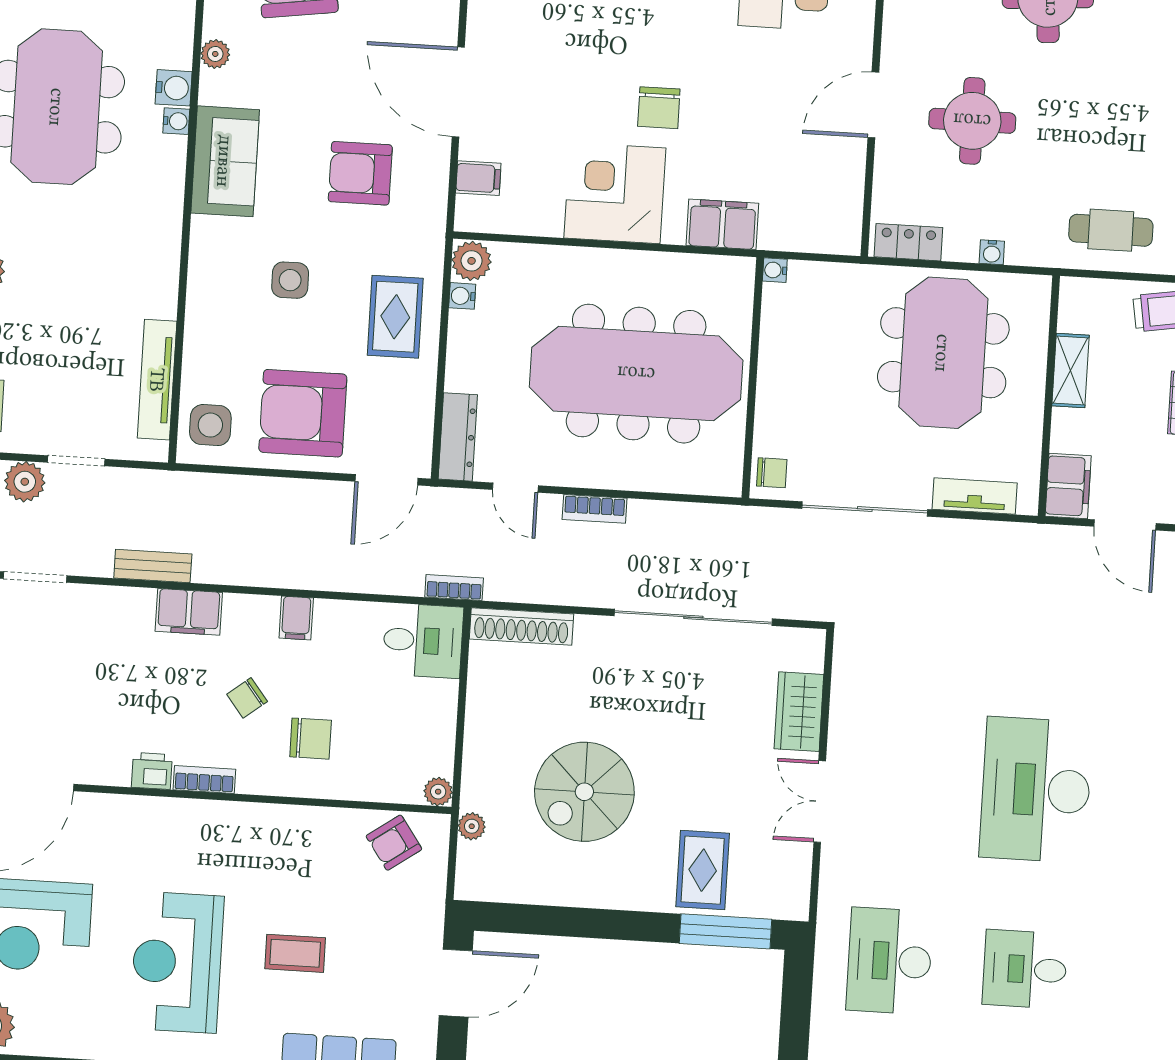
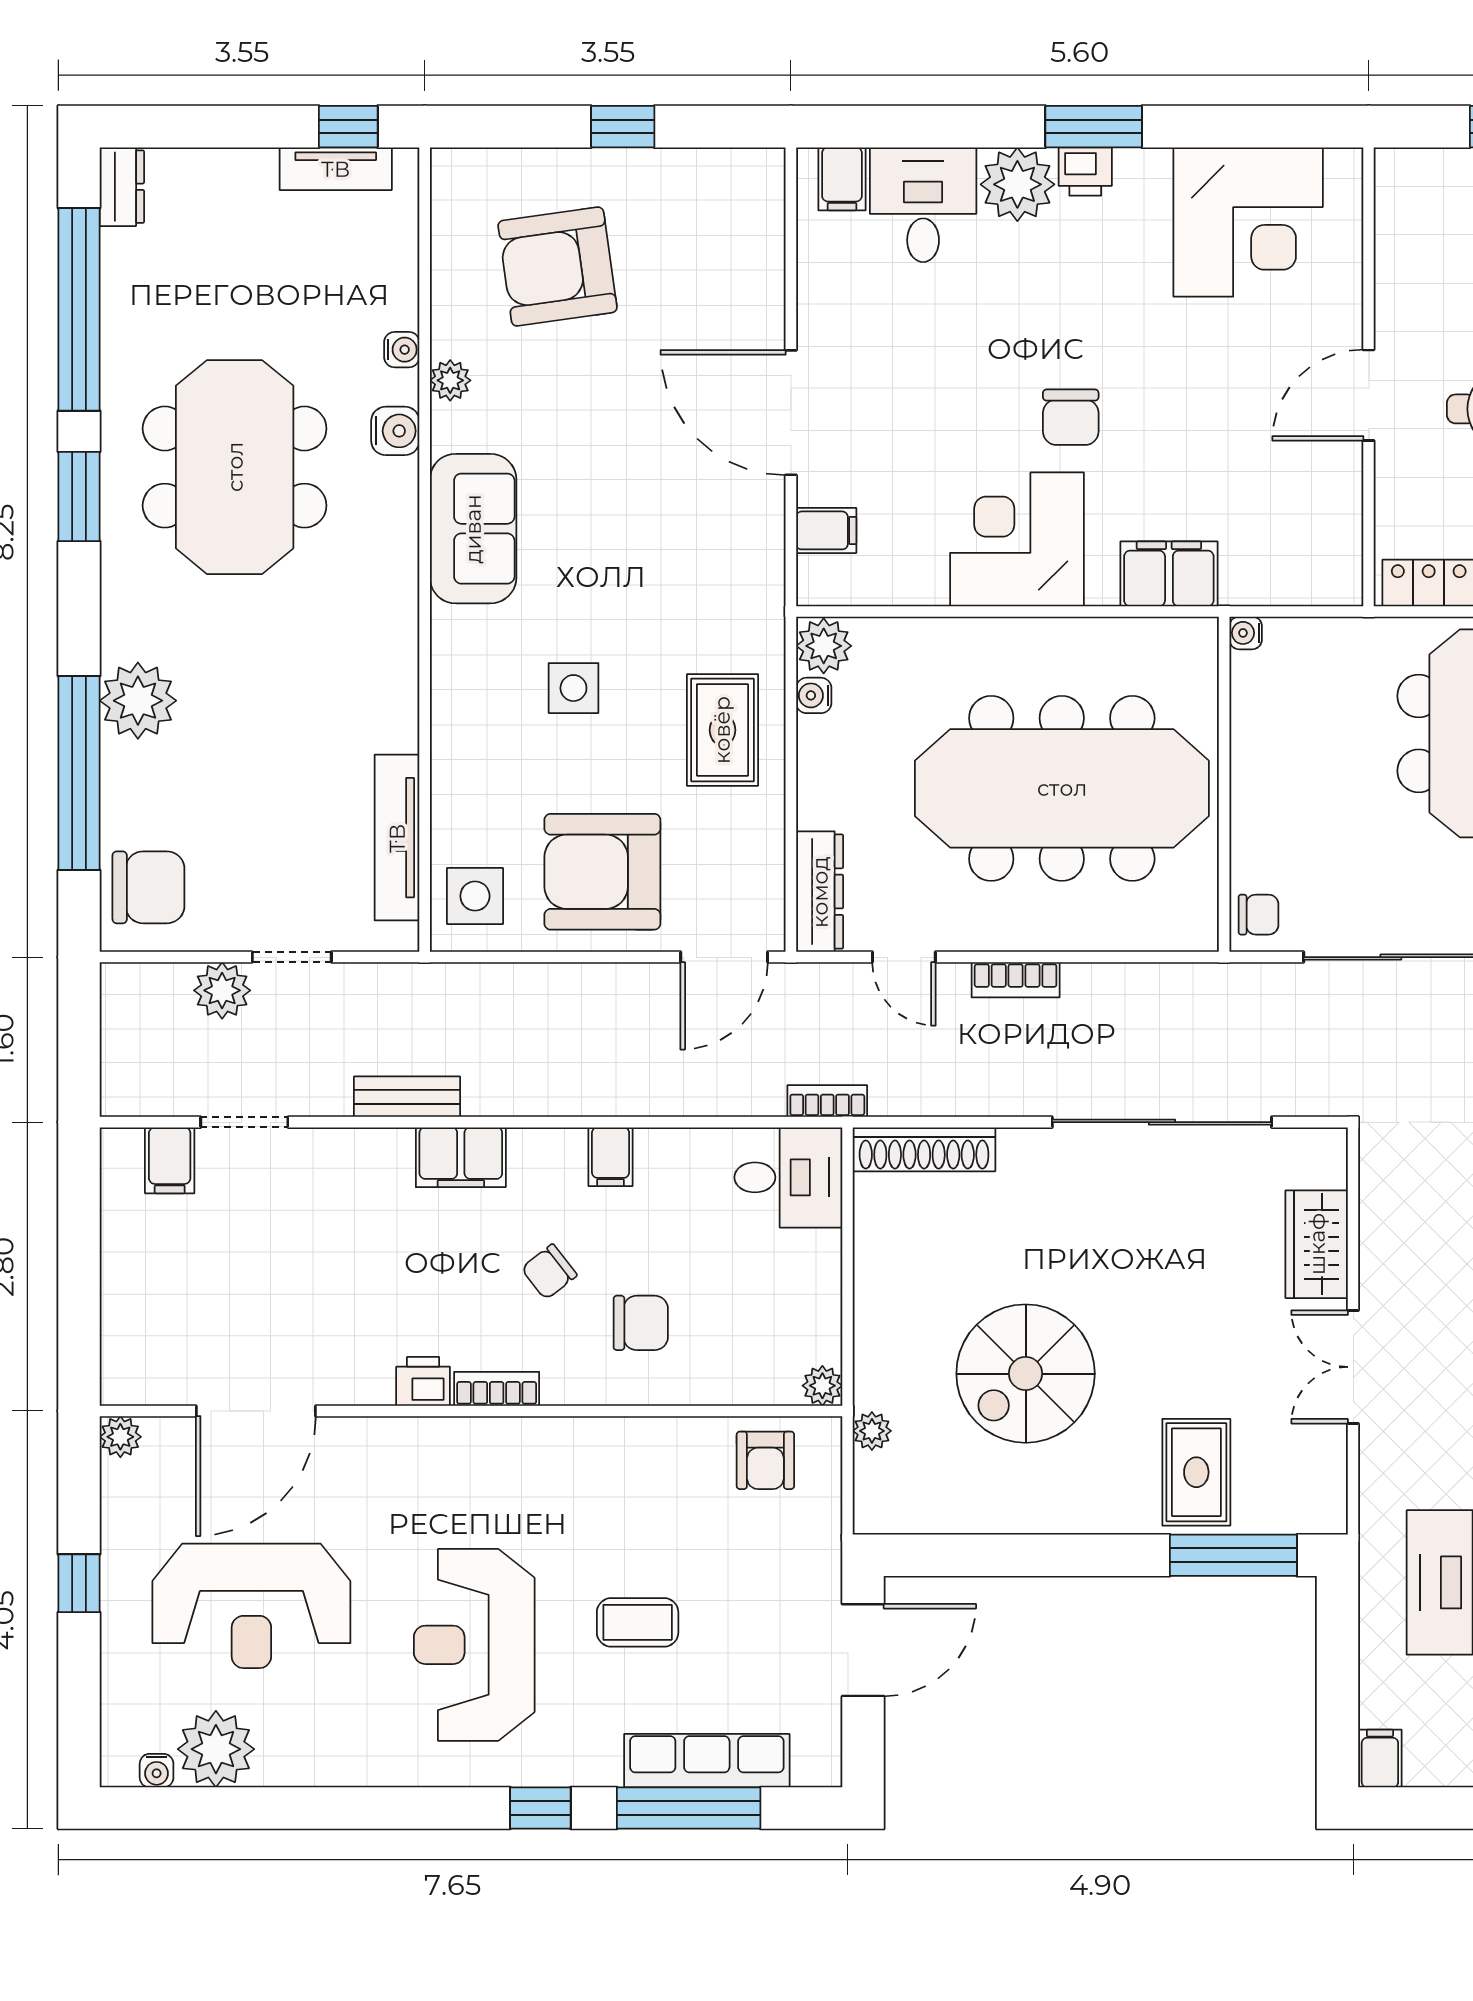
water cooler: (176, 121) -> (402, 350), moved
armchair: (360, 173) -> (662, 534), removed
armchair: (394, 843) -> (765, 1460), turned -55

